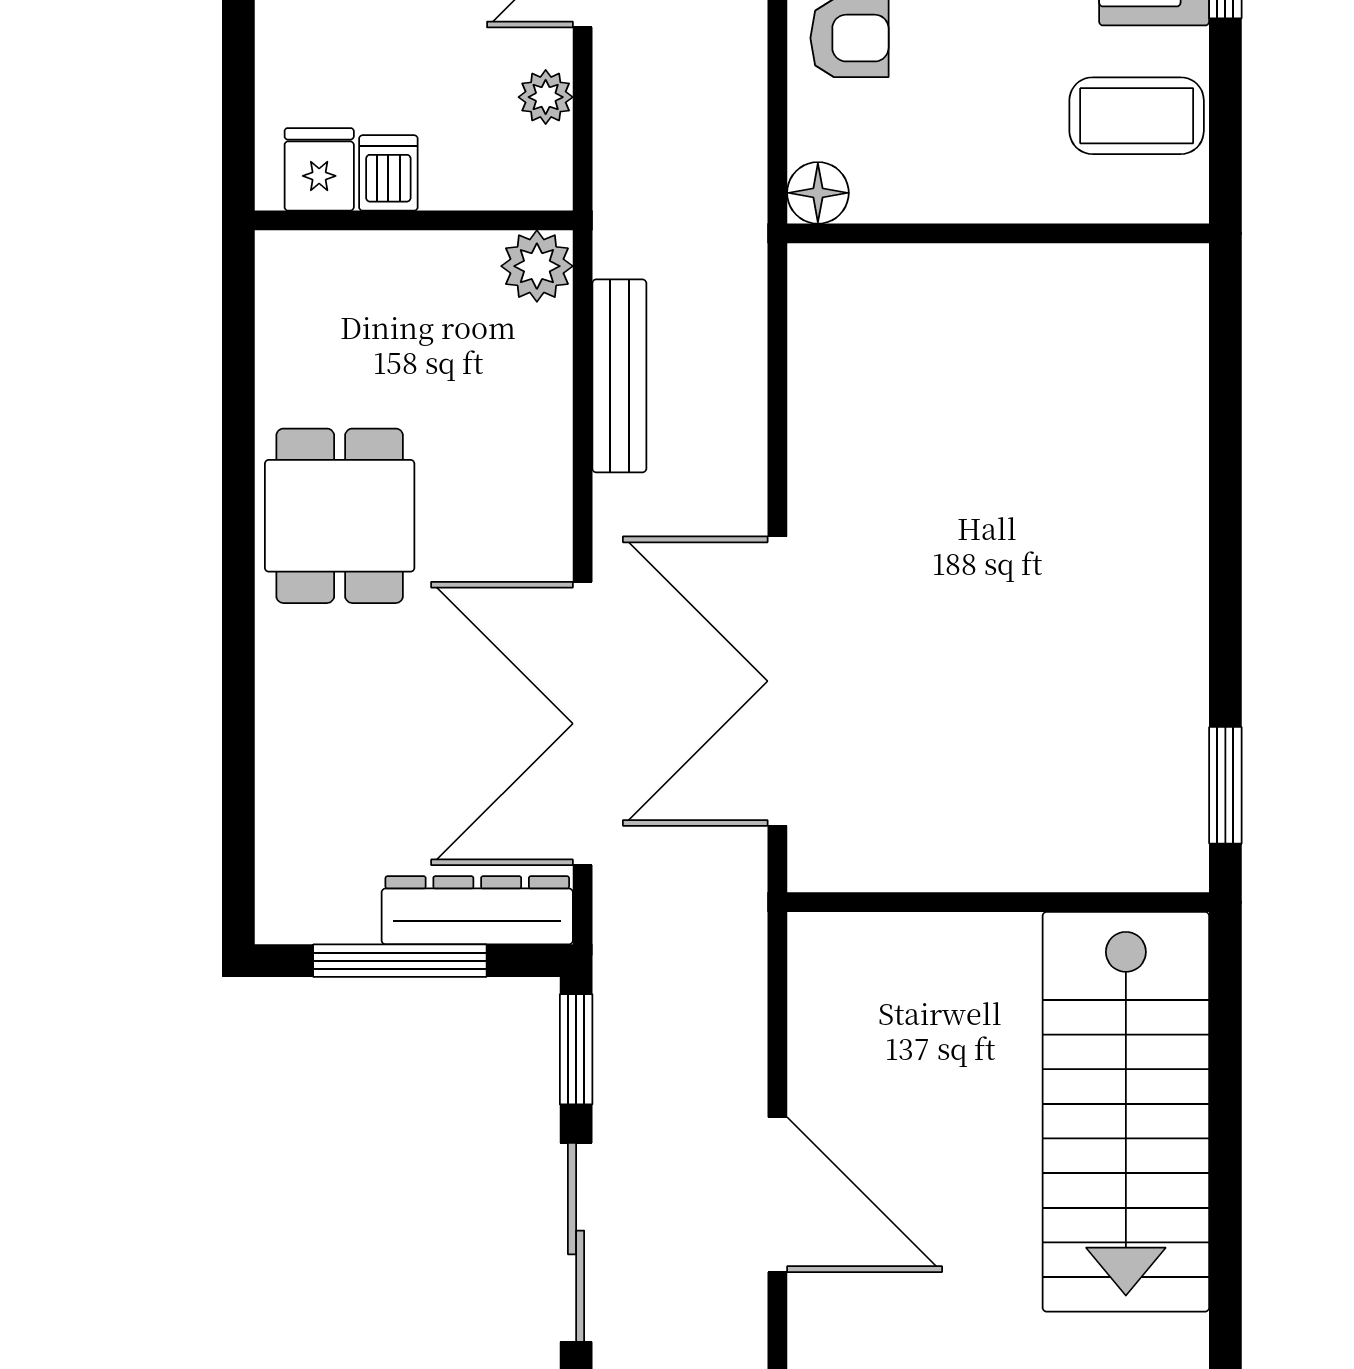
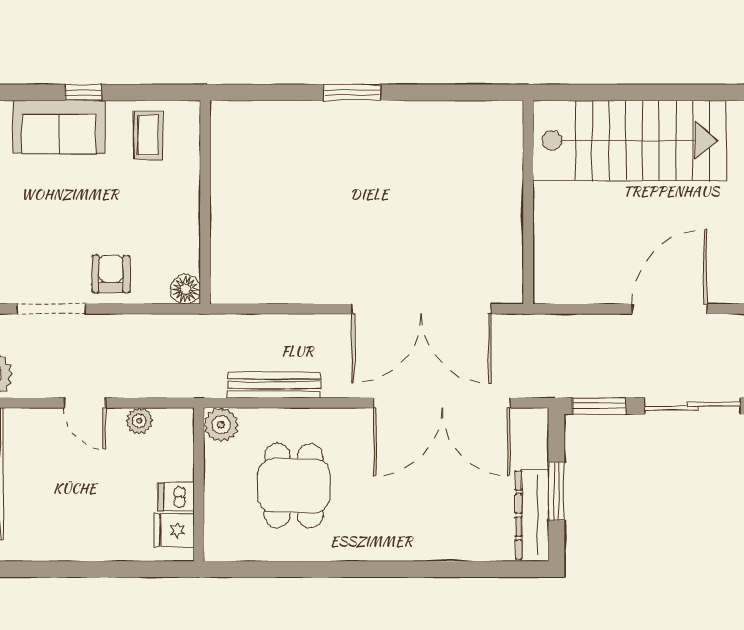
coffee table: (1137, 116) -> (148, 135), width x0.73, depth x0.77
dining table: (340, 516) -> (294, 486), moved, turned 90
window: (1225, 785) -> (352, 92), moved
dresser: (477, 910) -> (532, 515), moved
window: (400, 961) -> (556, 491), width x0.69

